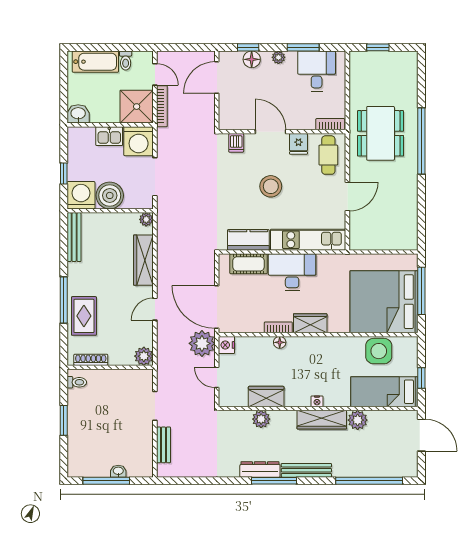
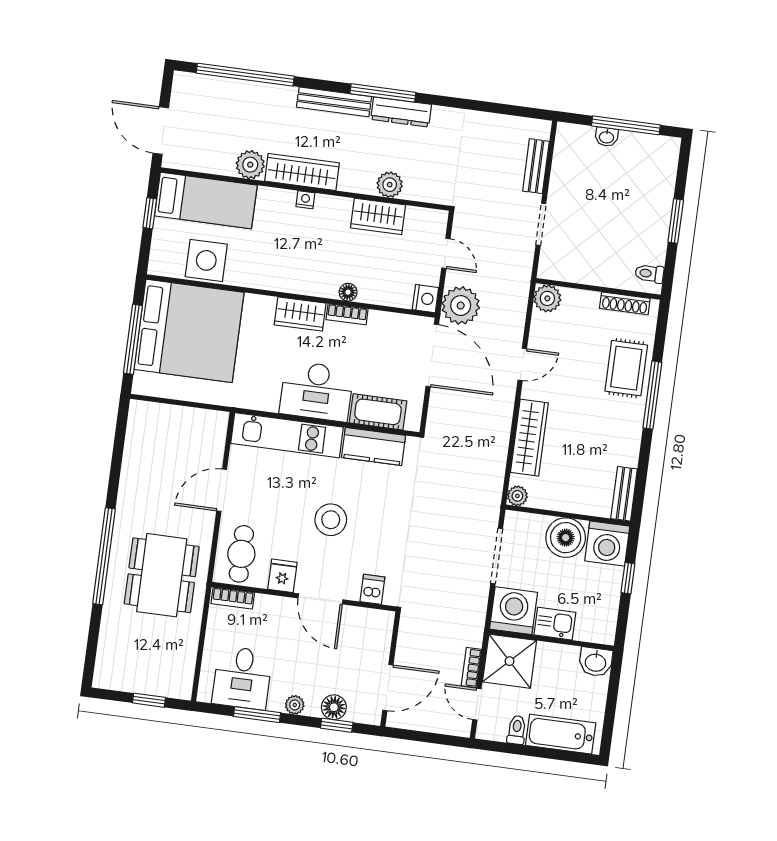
bookcase: (162, 106) -> (471, 668), width x0.64
bench: (74, 237) -> (624, 494), width x0.73

